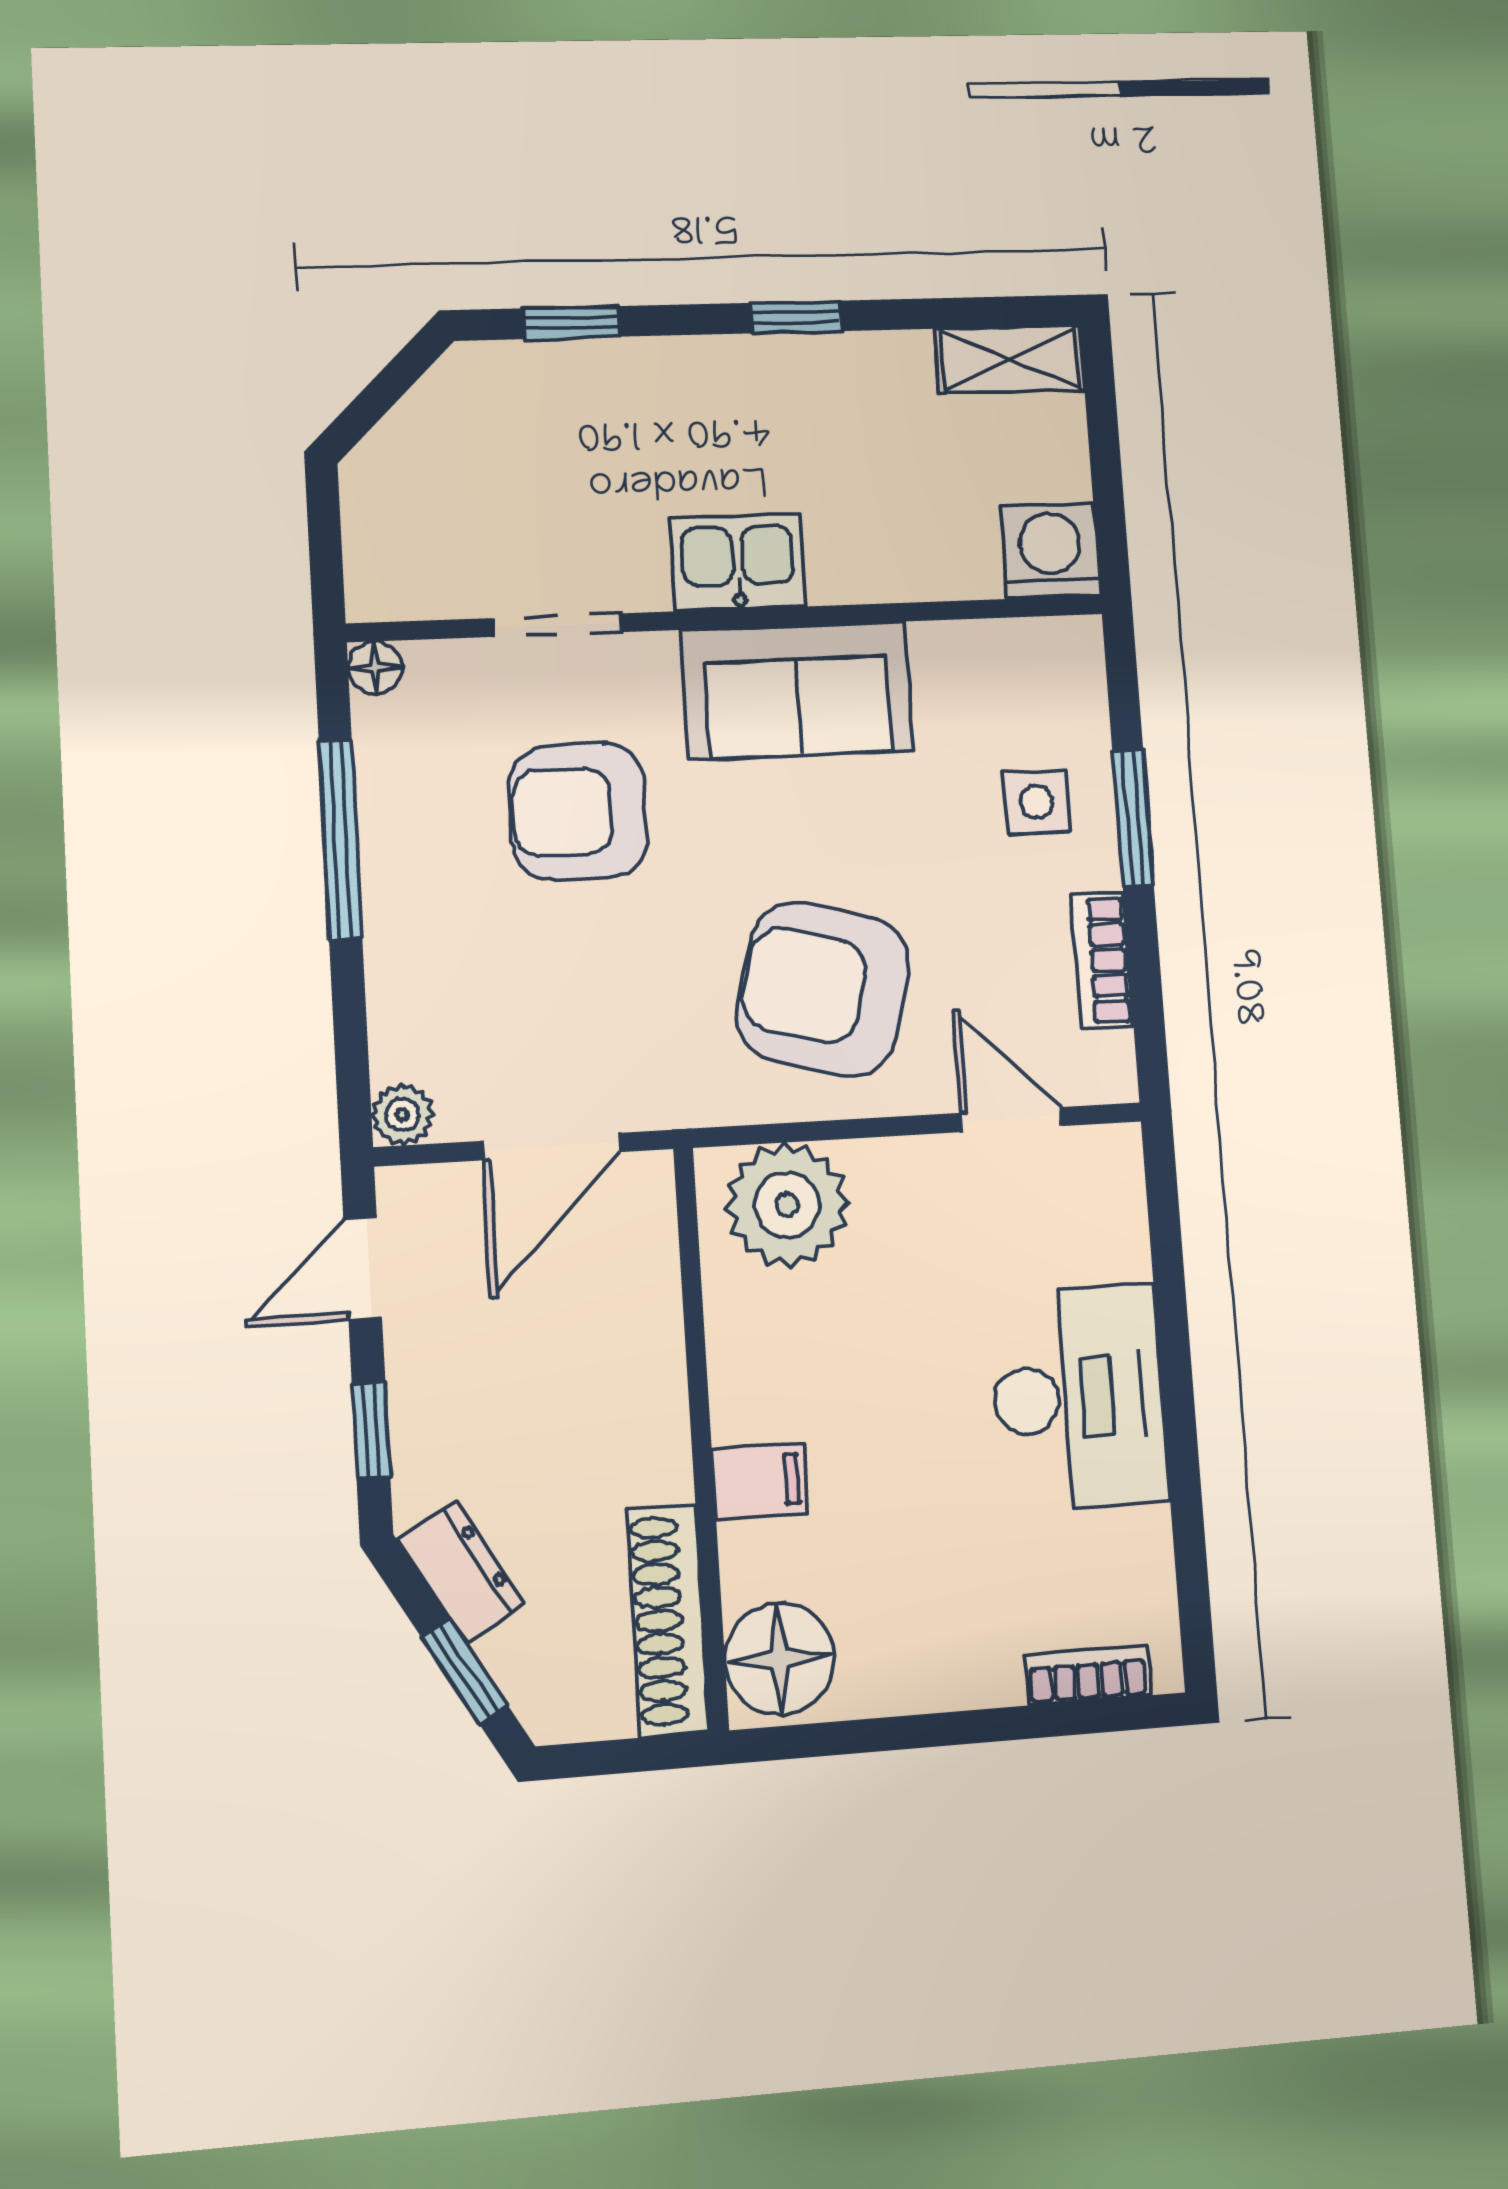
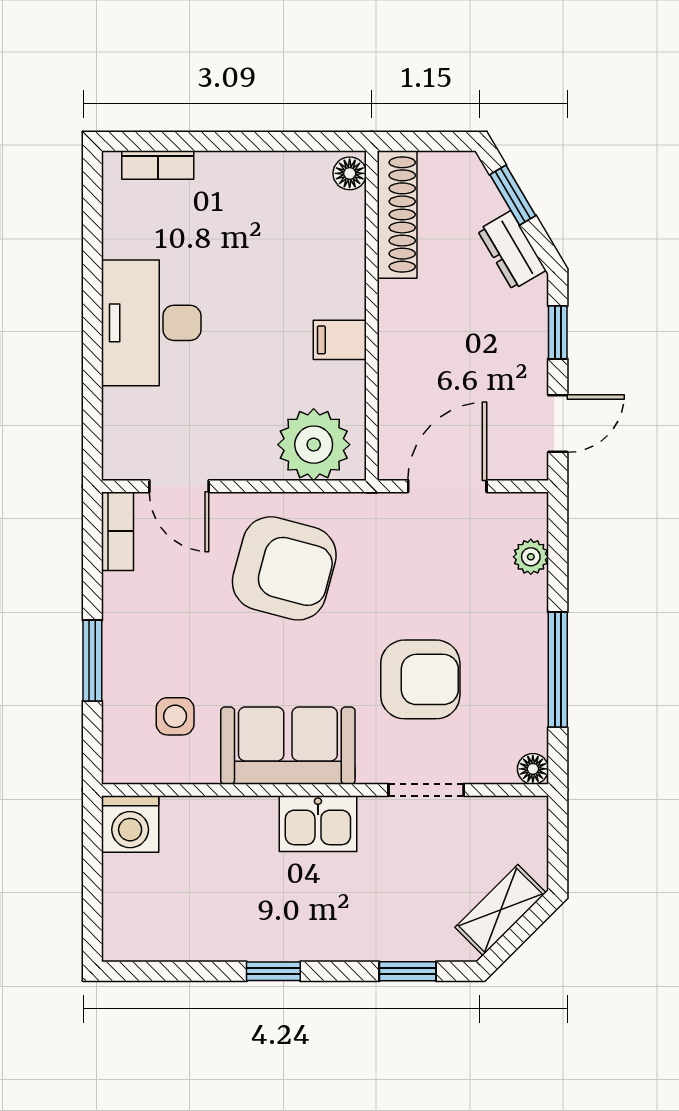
shelving: (1009, 359) -> (500, 910), moved, turned -45
side table: (1036, 802) -> (175, 716), moved
bookcase: (1102, 960) -> (117, 531), moved
plant: (402, 1115) -> (531, 557), moved
filing cabinet: (760, 1481) -> (340, 340), moved
floor lamp: (780, 1659) -> (350, 173), width x0.53, depth x0.53

